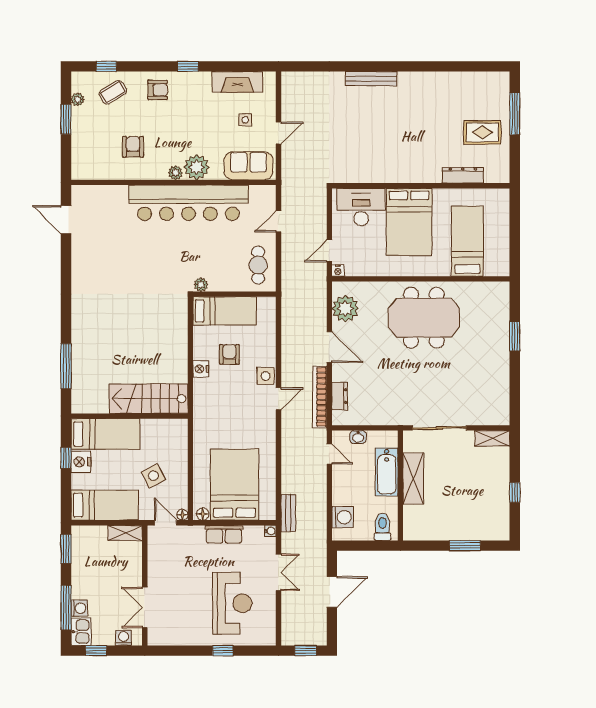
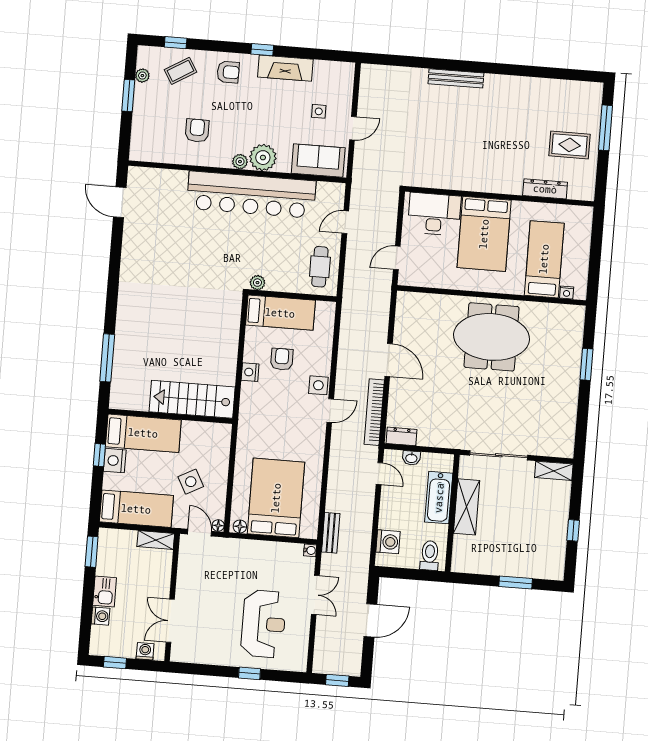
fireplace: (238, 82) -> (285, 68), moved
nightstand: (338, 271) -> (567, 292), moved
plant: (345, 308) -> (409, 320), removed
dresser: (340, 396) -> (401, 436), moved, turned -90
row of seats: (224, 534) -> (261, 550), removed
window: (66, 608) -> (87, 614), removed
kitchen sink: (81, 632) -> (105, 591), moved

